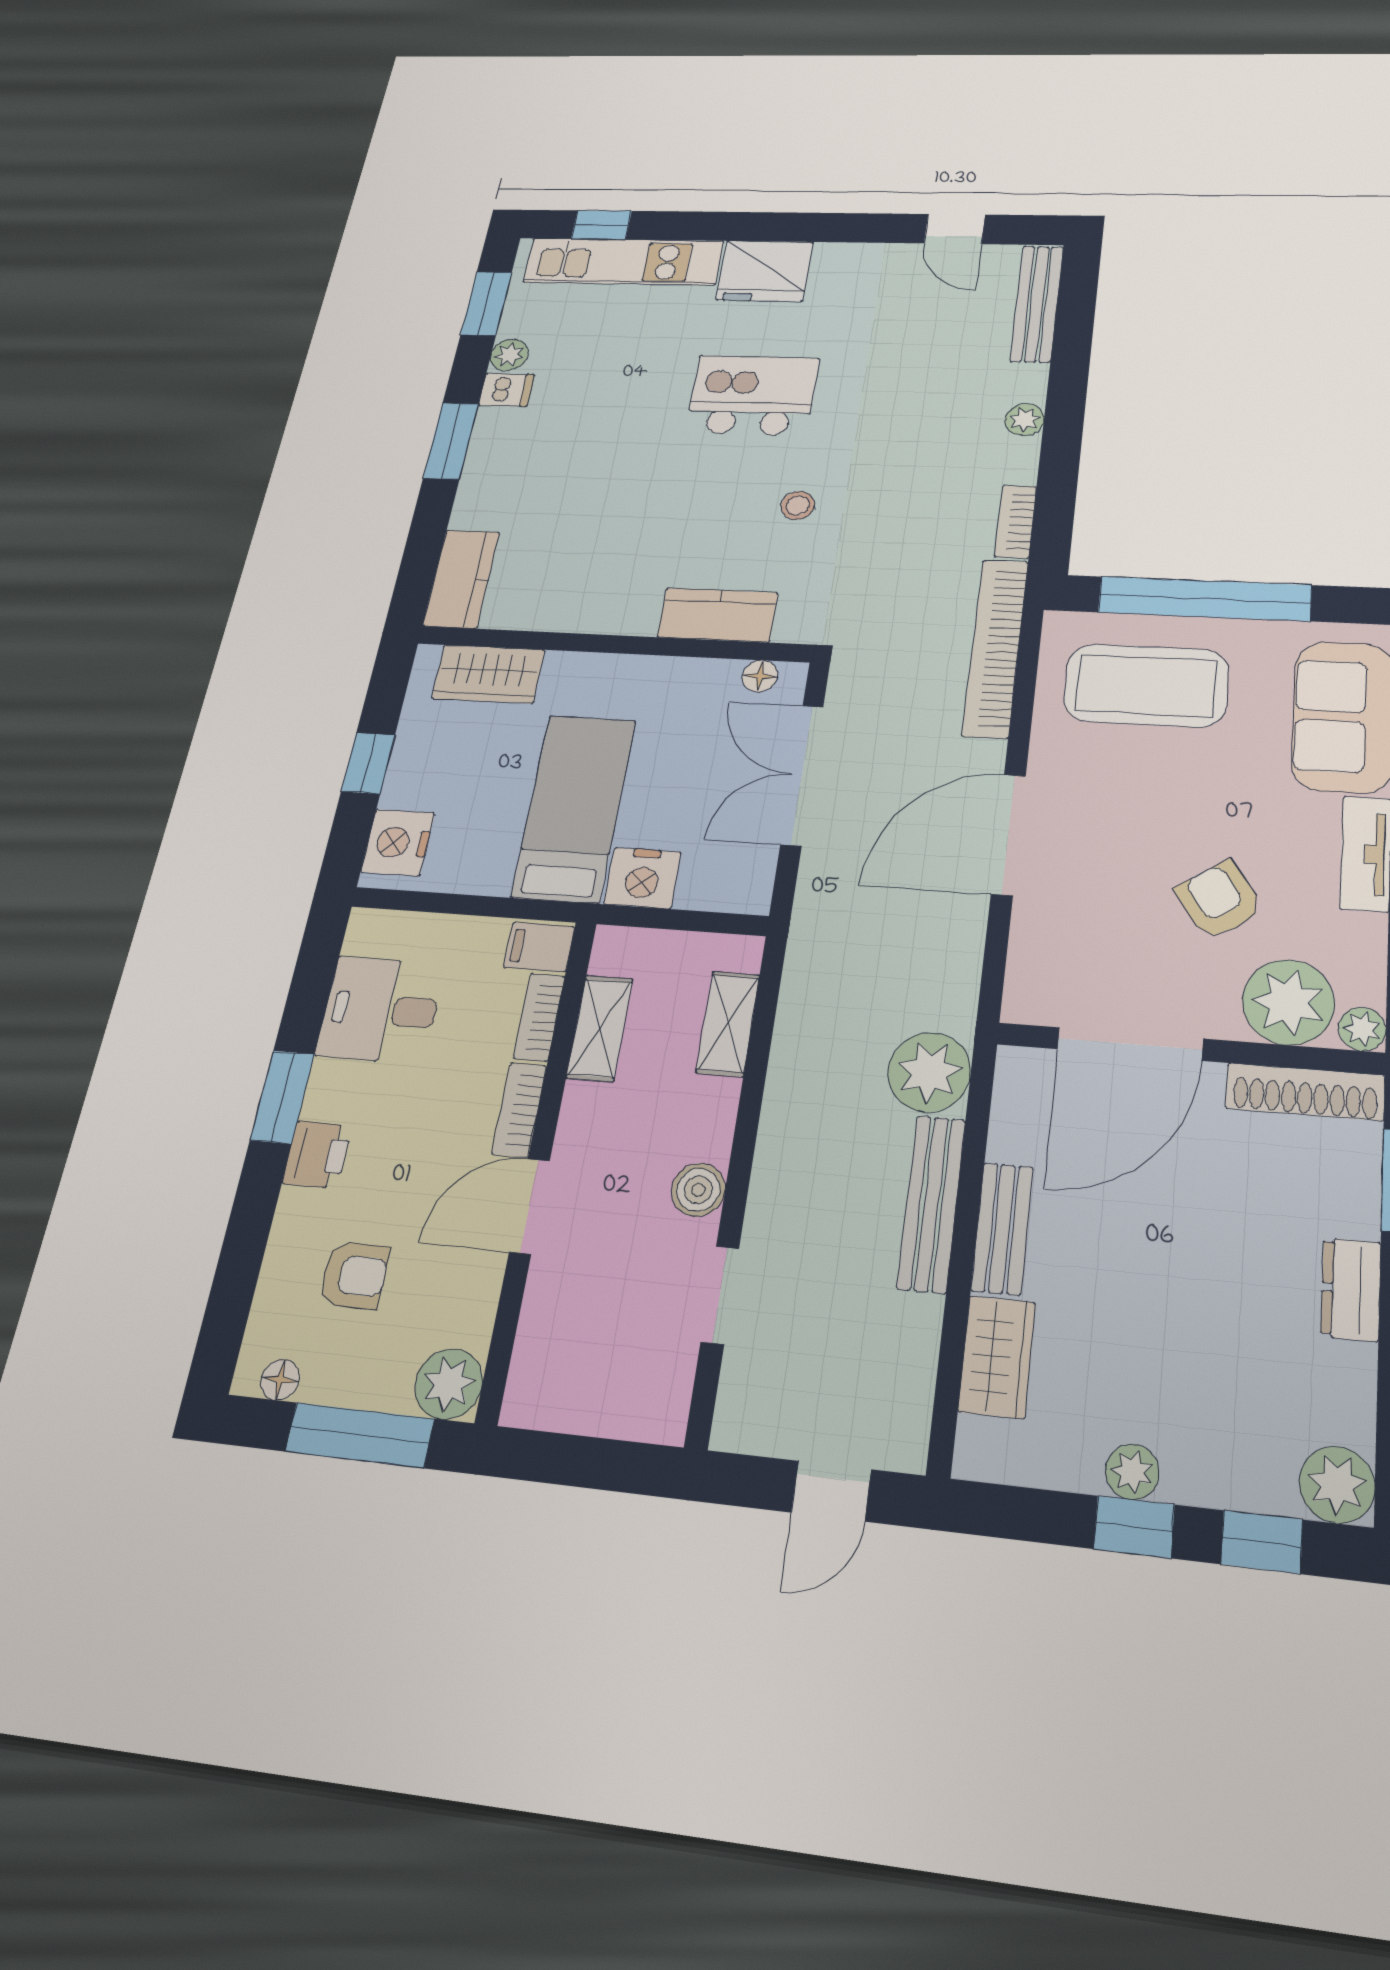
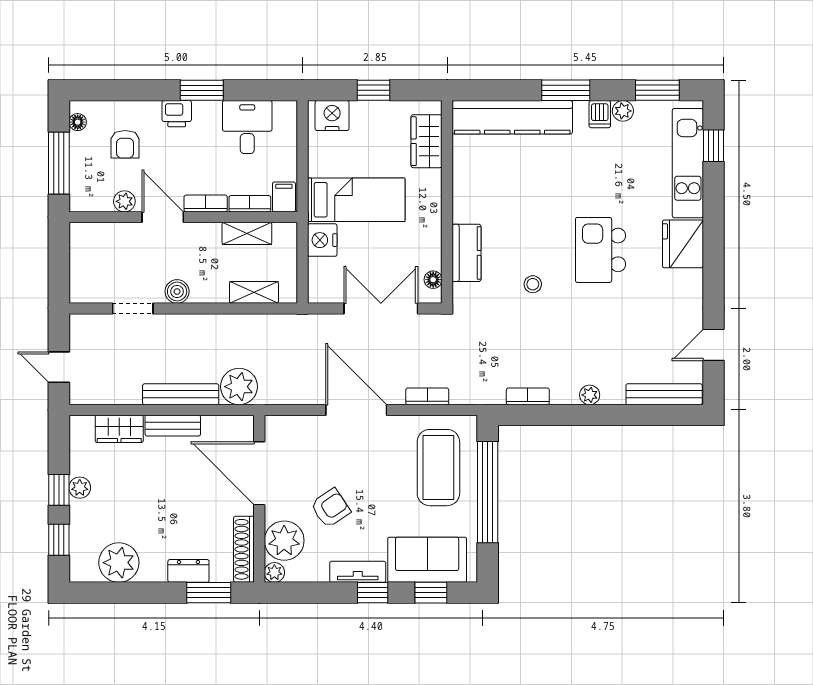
kitchen island: (752, 395) -> (601, 250), turned 180
kitchen counter: (461, 579) -> (512, 117), width x2.08, depth x1.17
bookcase: (995, 648) -> (427, 396), width x0.43, depth x0.76
dresser: (1351, 1289) -> (188, 571), moved
plant: (449, 1384) -> (124, 201), moved, width x0.73, depth x0.73
plant: (1337, 1485) -> (119, 563), moved, width x1.36, depth x1.36

